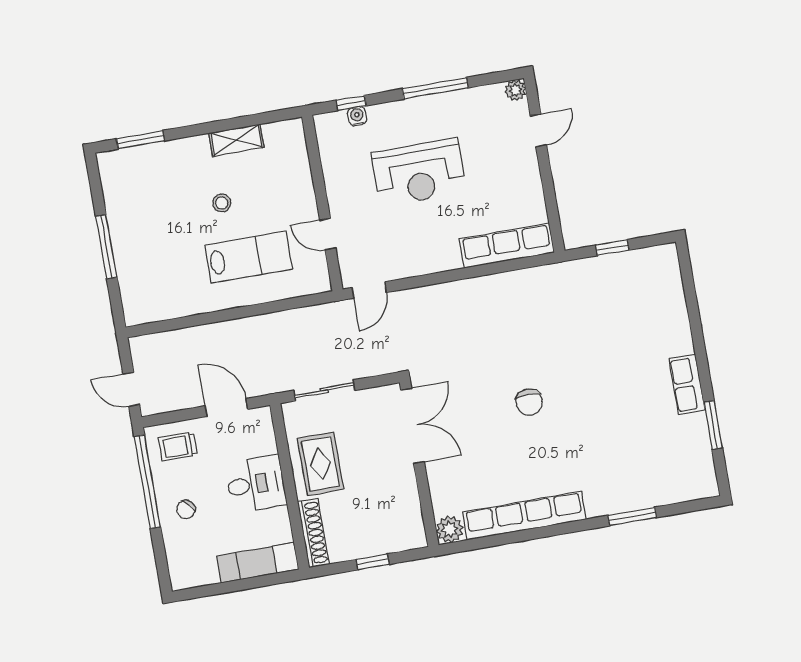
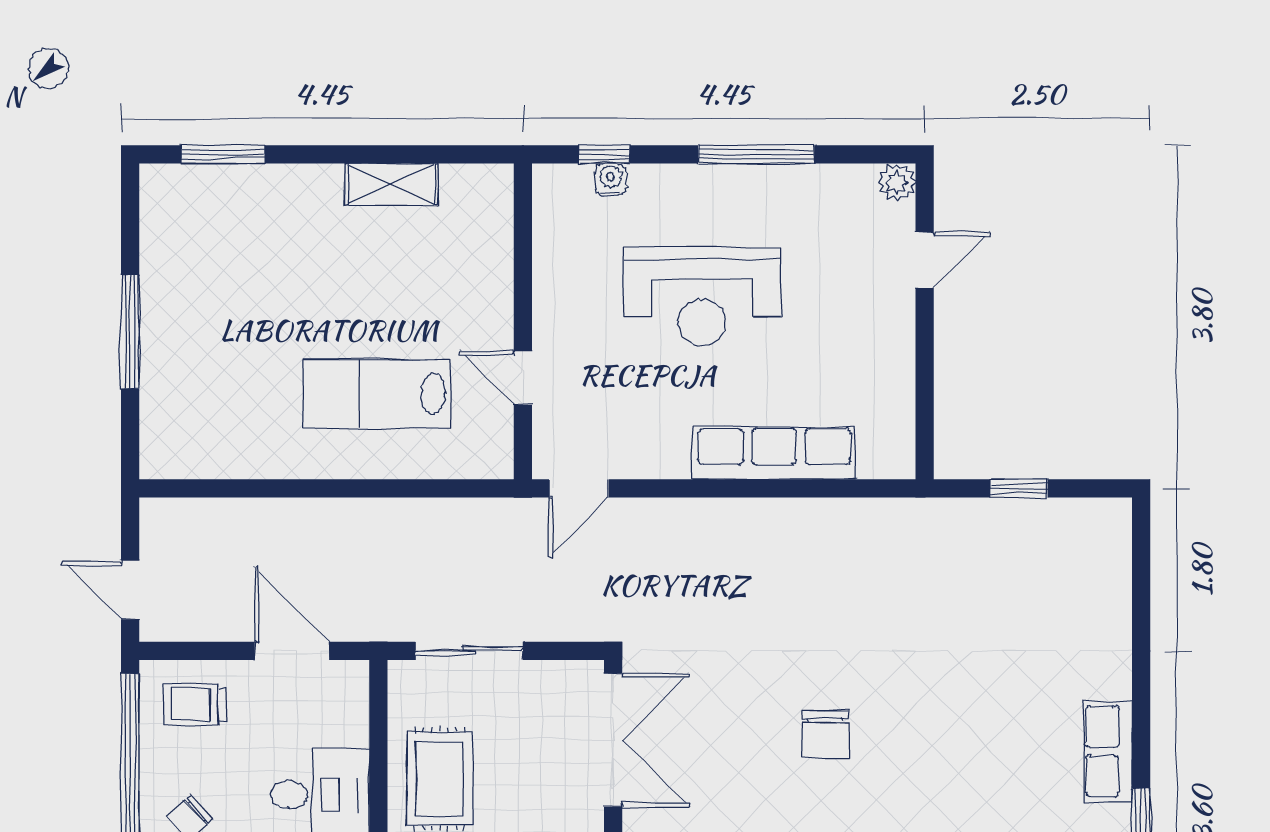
stool: (222, 203) -> (346, 290), removed
row of seats: (507, 246) -> (774, 453), moved
lab bench: (249, 257) -> (377, 394), turned 180

